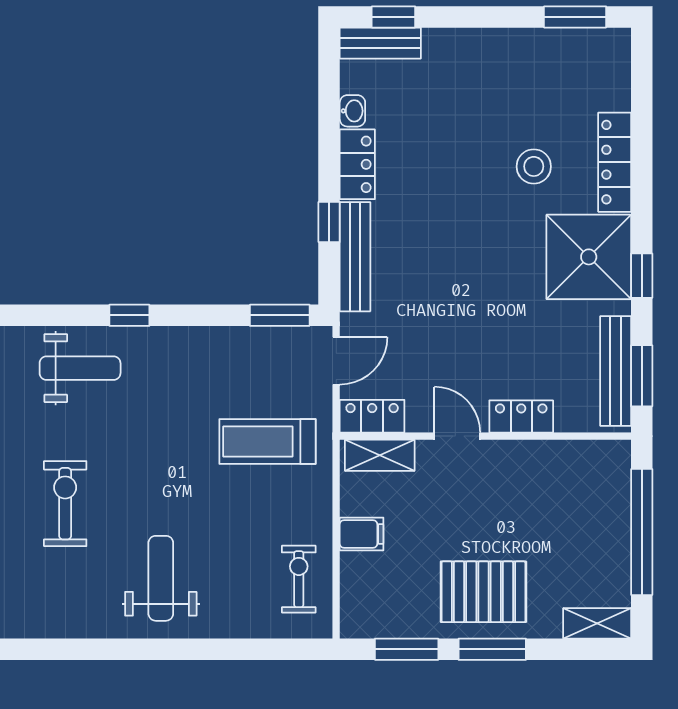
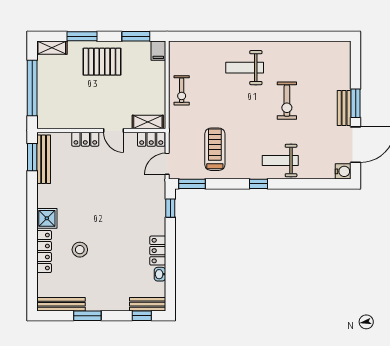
window: (575, 17) -> (87, 316), moved
window: (329, 222) -> (170, 208), moved
bench: (355, 257) -> (61, 304), moved, turned 90
shower: (589, 257) -> (47, 218), width x0.54, depth x0.54
window: (642, 276) -> (32, 201), removed
treadmill: (268, 442) -> (215, 149), moved, turned -90
filing cabinet: (362, 534) -> (158, 51), moved, turned -90
weight bench: (161, 578) -> (245, 68), turned 90
exercise bike: (299, 579) -> (182, 90), moved
window: (492, 649) -> (82, 36), moved

